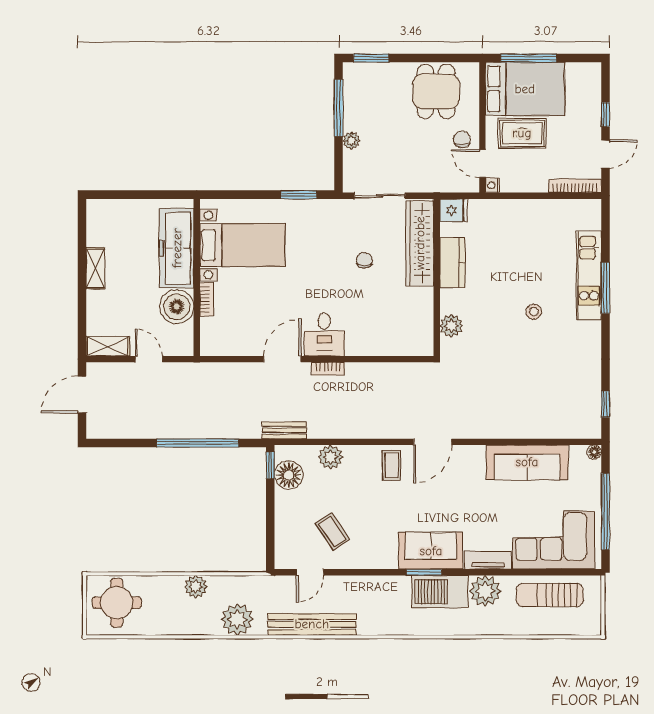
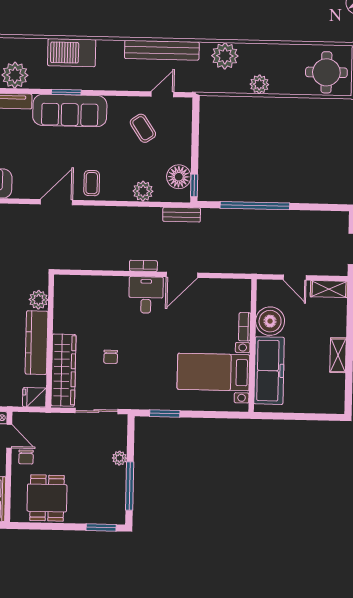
kitchen counter: (452, 262) -> (37, 343), width x1.50
sofa: (431, 551) -> (70, 110), width x1.36
barbecue: (440, 592) -> (72, 53), moved, turned 180

